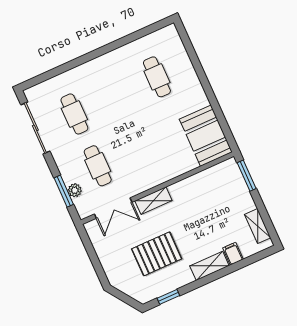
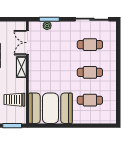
booth: (206, 136) -> (50, 108), width x1.36, depth x1.42
cafe table: (98, 166) -> (90, 72), moved
trolley: (207, 189) -> (14, 100), added

